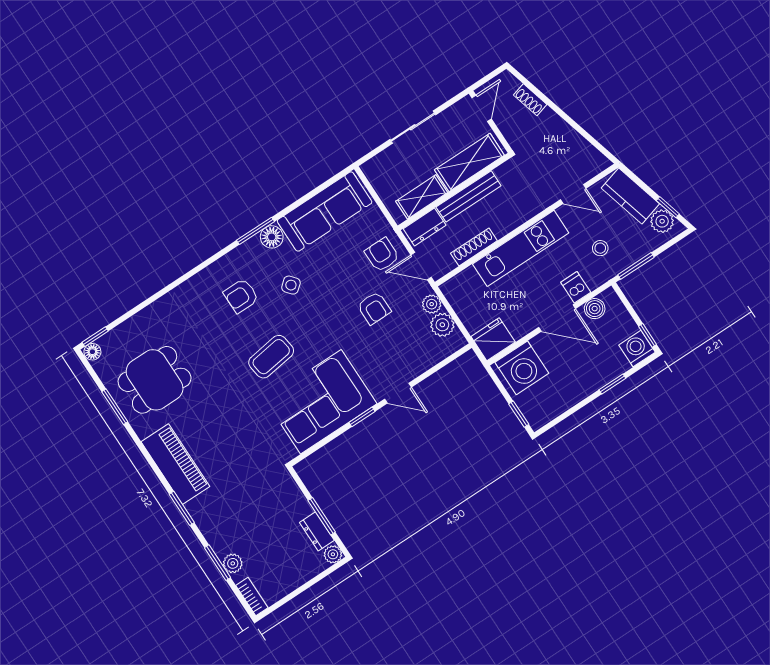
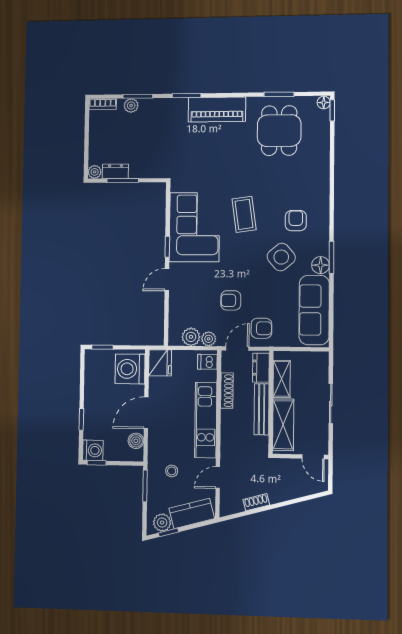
shoe rack: (530, 100) -> (256, 502), moved
side table: (291, 285) -> (281, 257), width x1.87, depth x1.87
dishwasher: (576, 287) -> (207, 362), moved, turned 180

